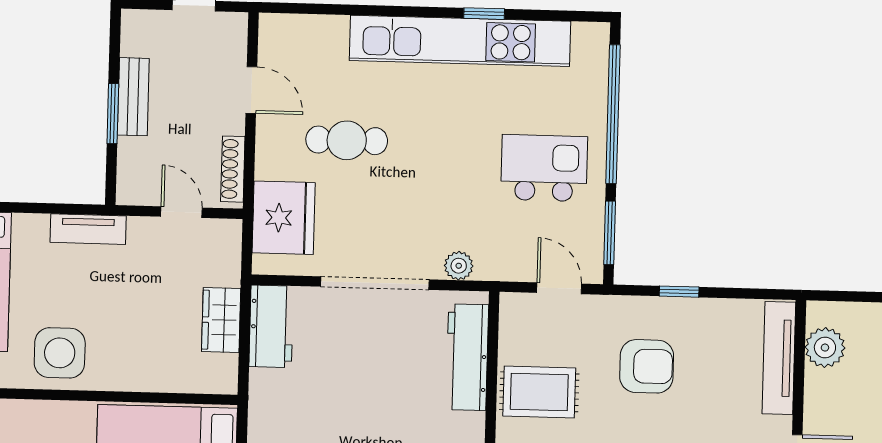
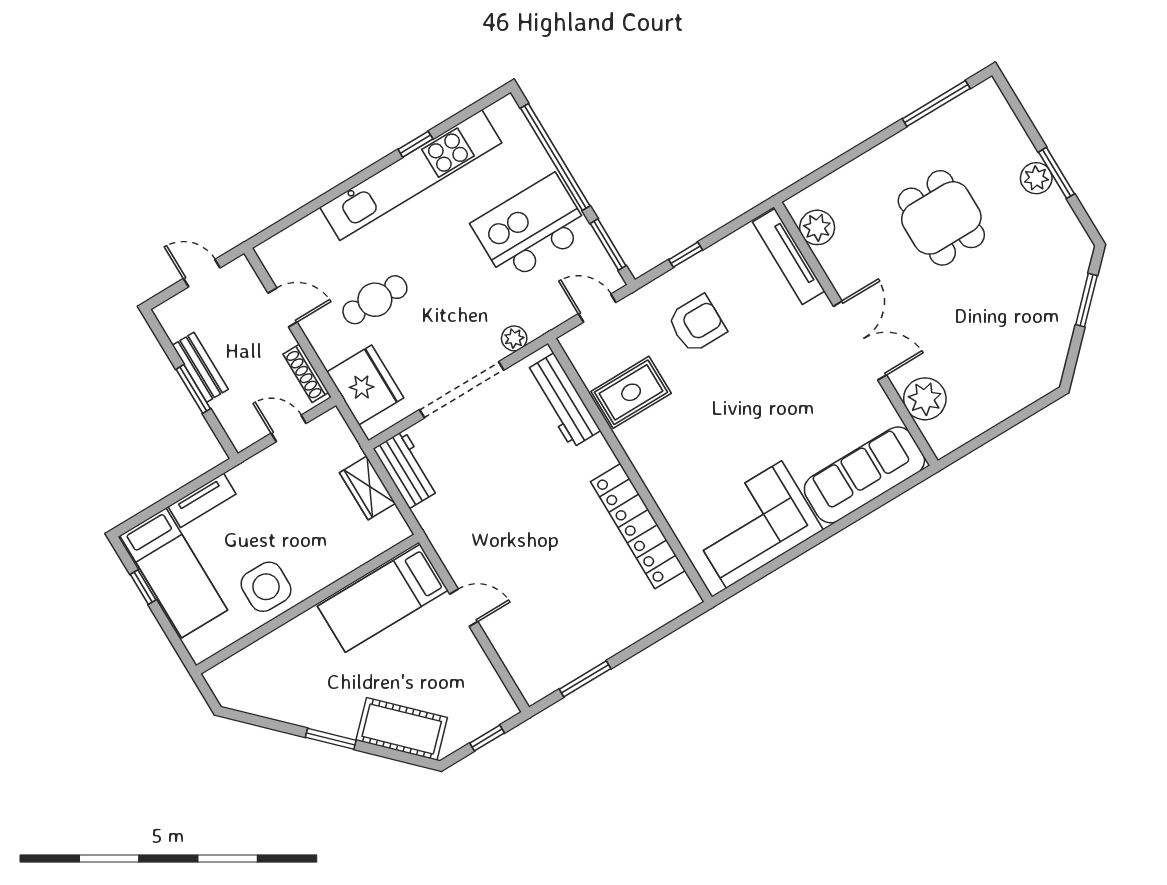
kitchen island: (544, 168) -> (531, 228), width x1.37, depth x1.28
tv unit: (88, 229) -> (202, 500), moved

